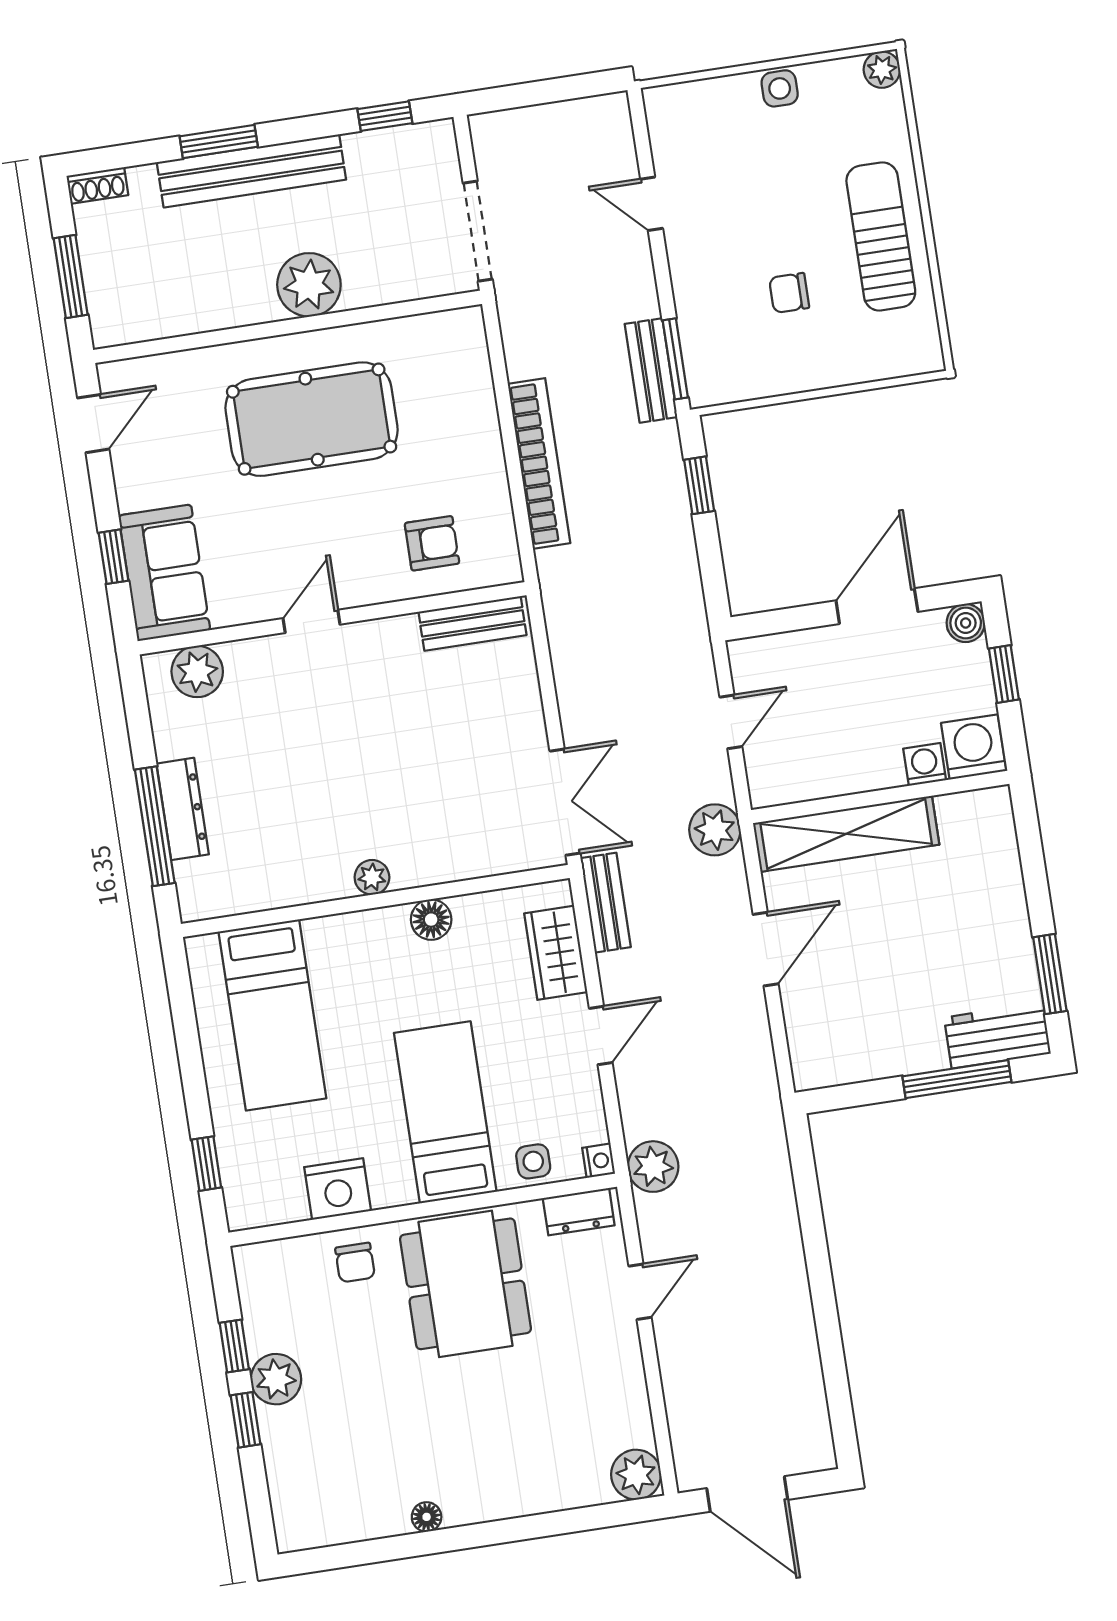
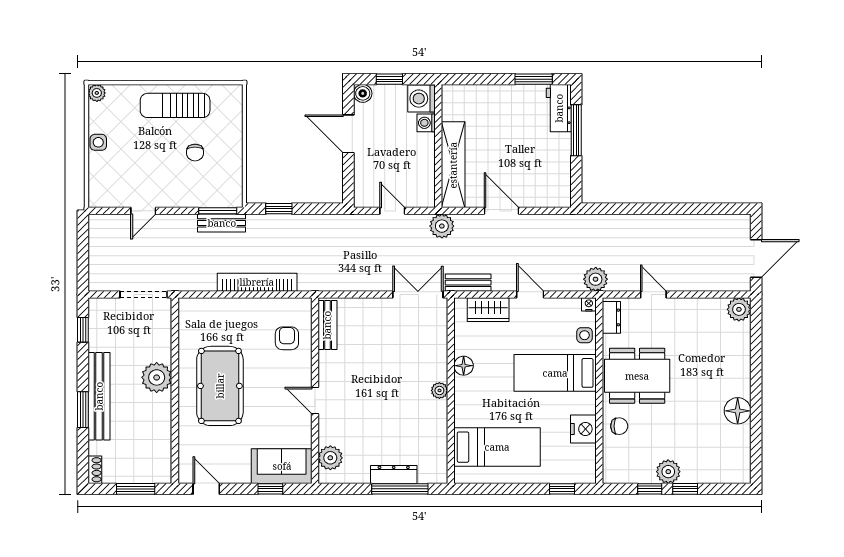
floor lamp: (427, 1517) -> (738, 411), width x1.89, depth x1.89

